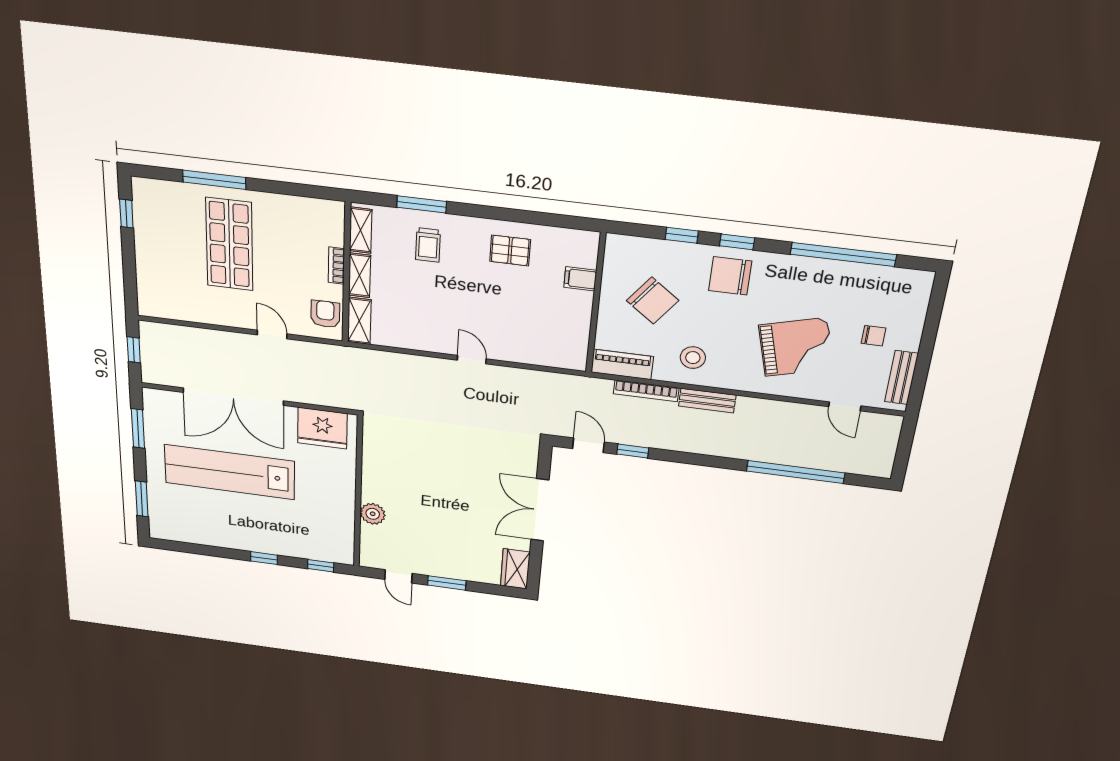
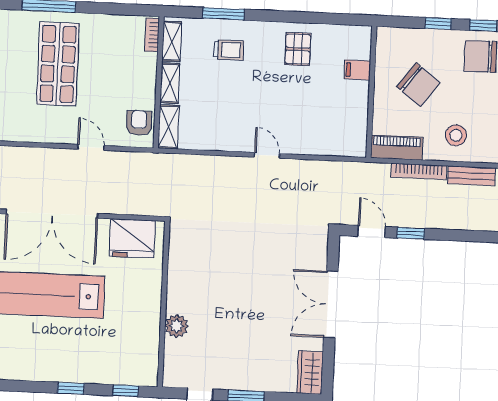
trolley: (428, 245) -> (229, 50), turned -90
pallet: (510, 250) -> (298, 49), turned 90
bookcase: (336, 266) -> (152, 35), moved

